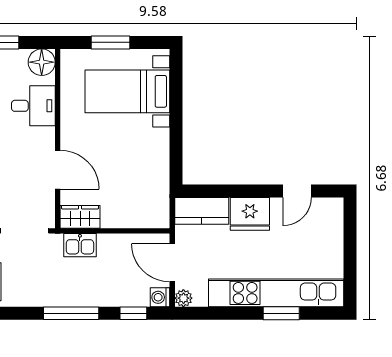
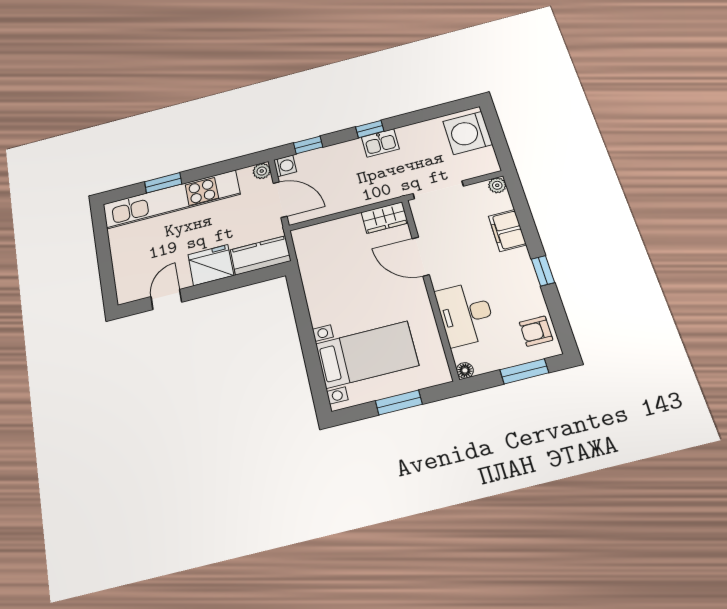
floor lamp: (42, 62) -> (465, 370), width x0.53, depth x0.53
desk: (33, 106) -> (466, 314), width x1.37
kitchen sink: (80, 245) -> (380, 143), moved, turned 180
window: (71, 313) -> (370, 129), width x0.46

